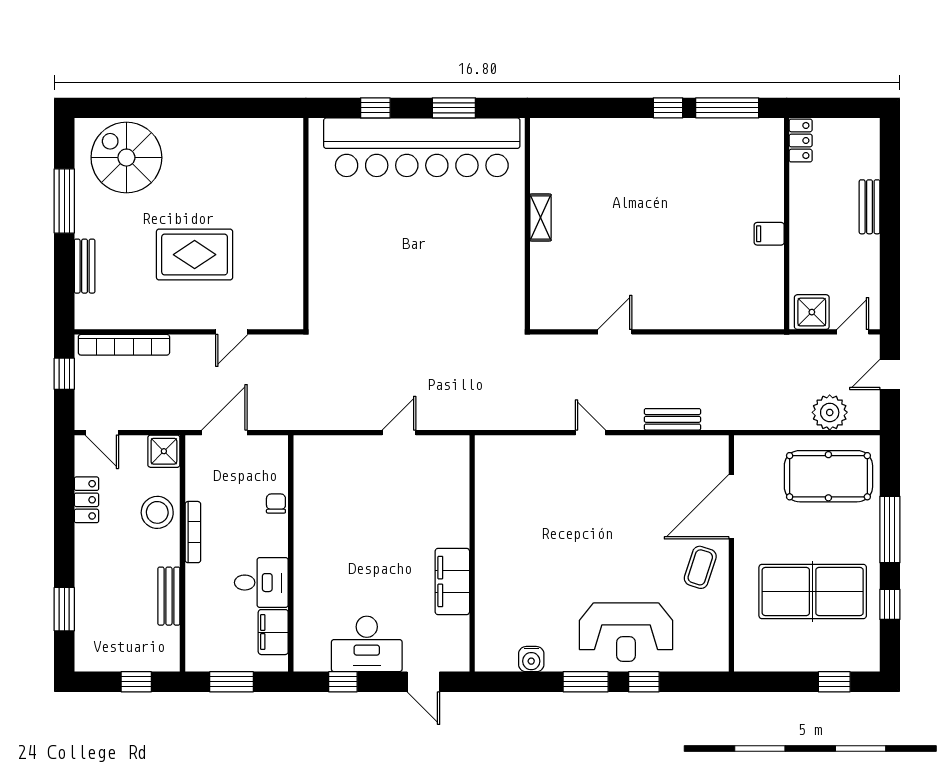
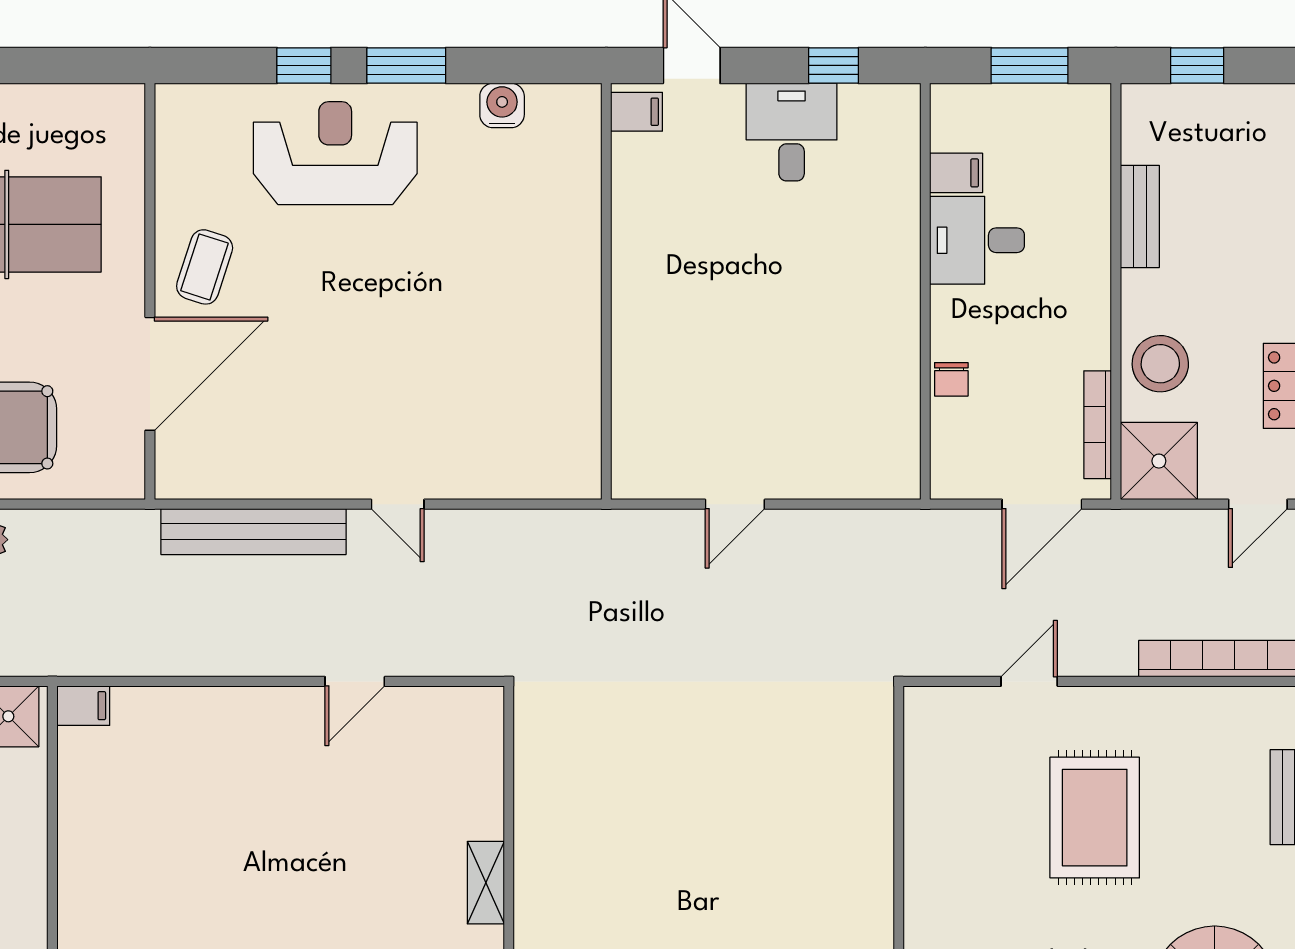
filing cabinet: (769, 234) -> (83, 706), moved
rug: (195, 255) -> (1095, 818), turned 90
bench: (672, 419) -> (253, 532), width x1.86, depth x1.21
door: (102, 433) -> (1258, 504), swing flipped
shower: (164, 451) -> (1159, 461), width x1.36, depth x1.36
bookcase: (193, 532) -> (1098, 425), moved
filing cabinet: (452, 581) -> (637, 112), moved, width x0.33, depth x0.86
filing cabinet: (273, 632) -> (956, 173), width x0.50
desk: (367, 644) -> (792, 132), width x0.73

